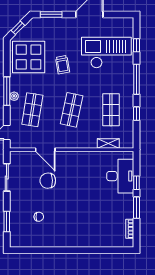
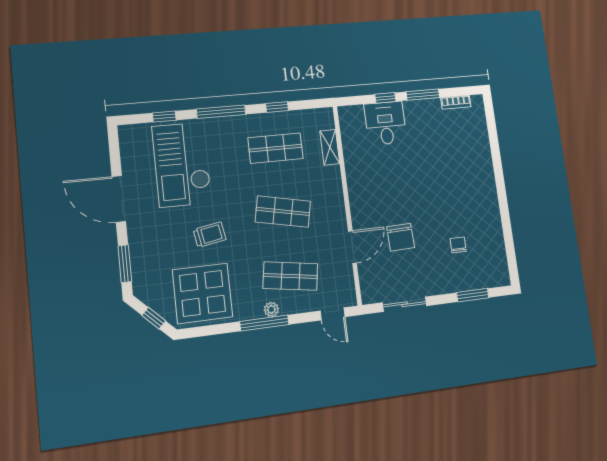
desk: (120, 176) -> (385, 123), width x0.73

